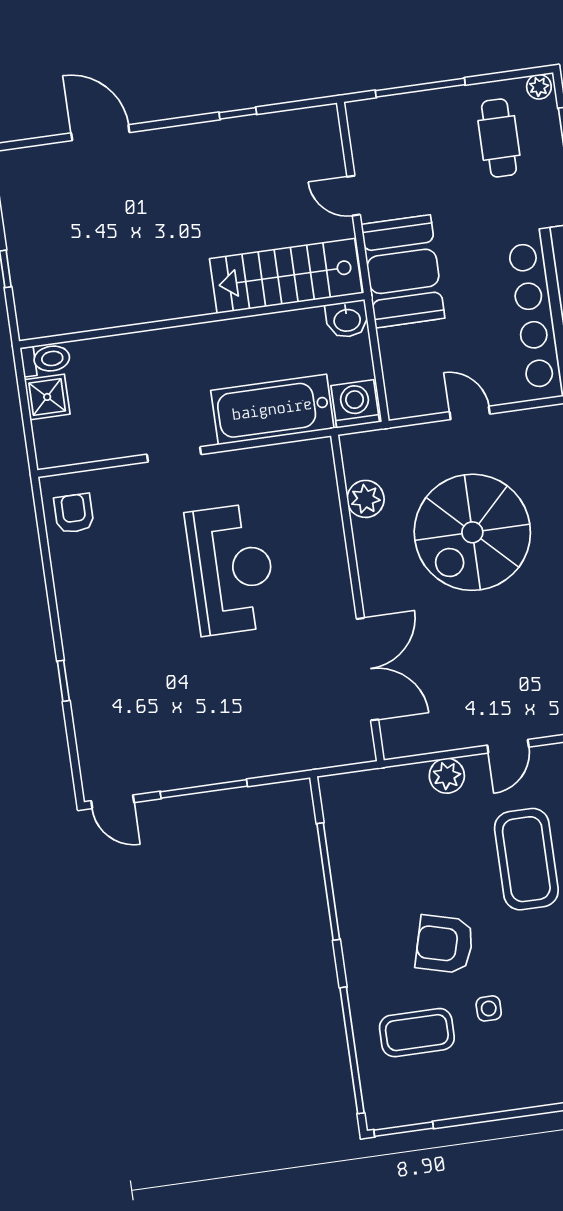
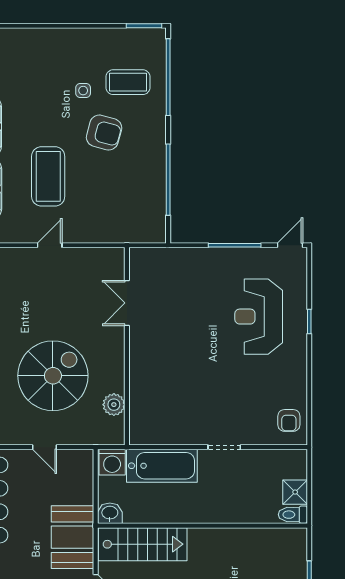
reception desk: (231, 569) -> (259, 317), moved
double door: (367, 669) -> (127, 303), width x0.73
plant: (447, 776) -> (89, 233), removed
door: (113, 802) -> (290, 245), hinge flipped

